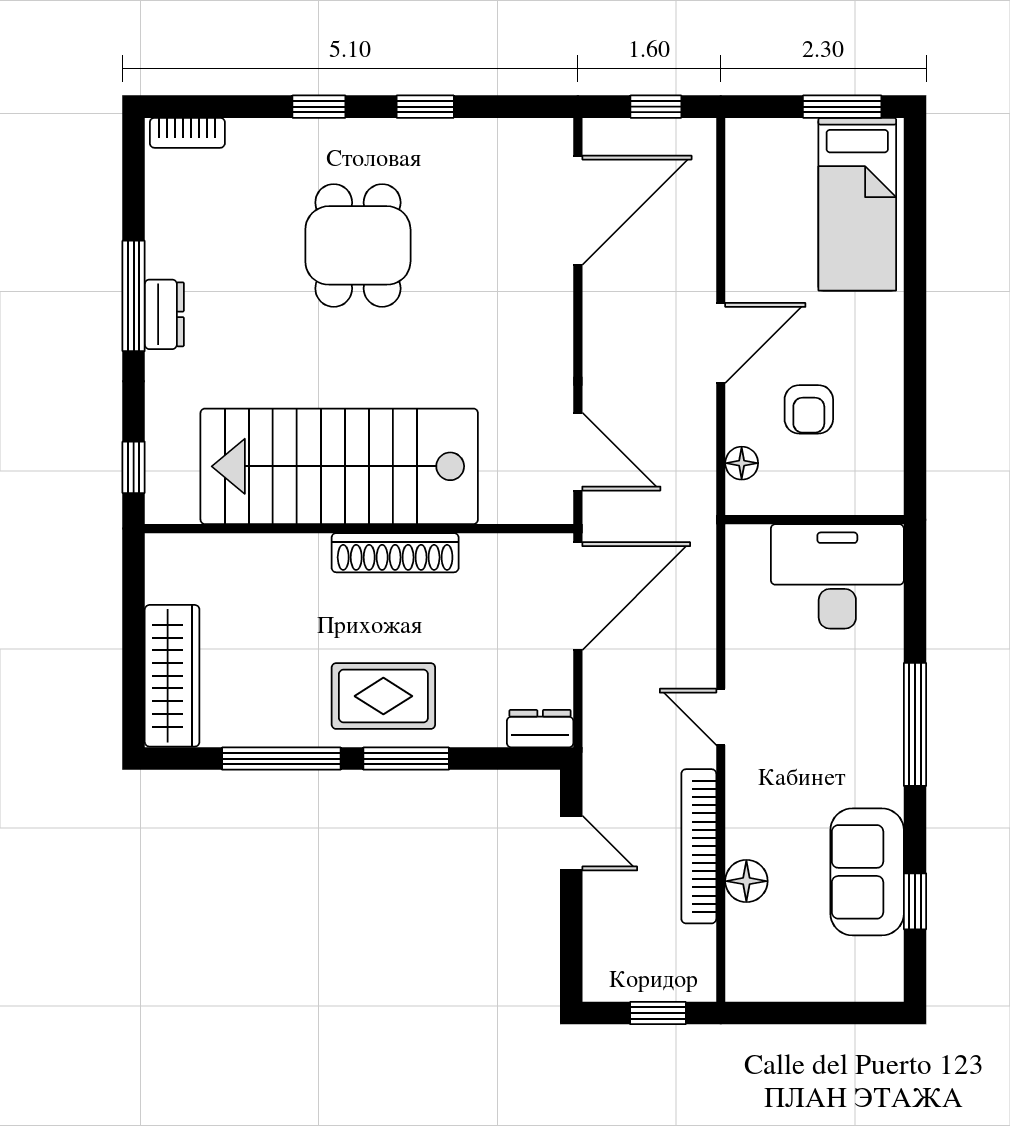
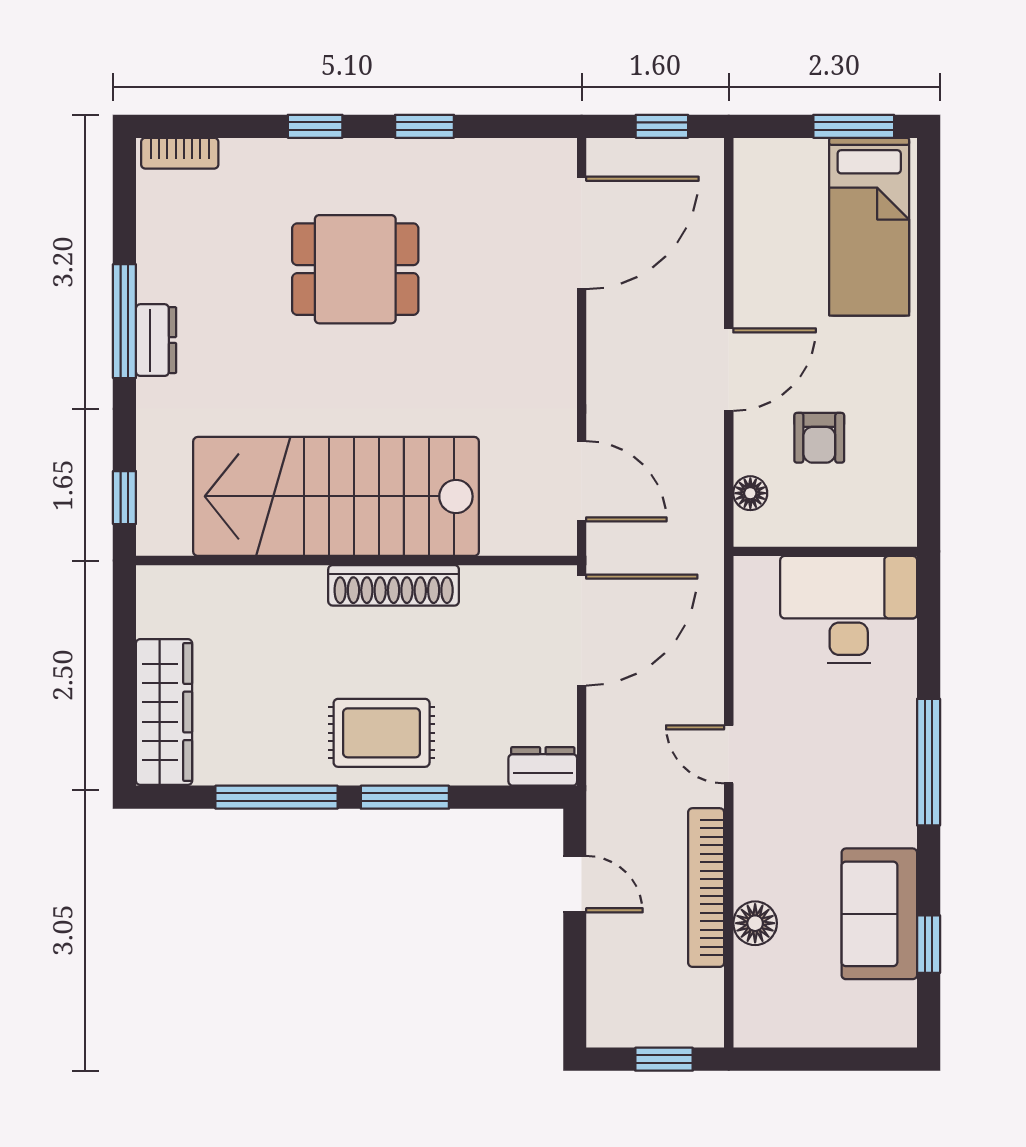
dining table: (358, 245) -> (355, 269), turned 90

